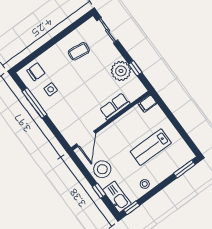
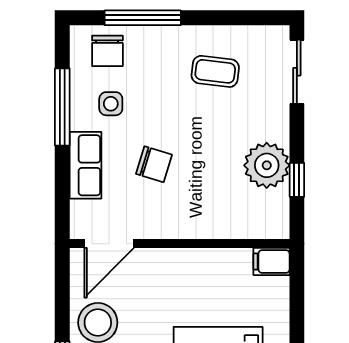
window: (40, 51) -> (143, 18), added
chair: (36, 72) -> (107, 51), turned 90
chair: (81, 99) -> (154, 164), added
row of seats: (115, 107) -> (86, 165), moved, turned 90

